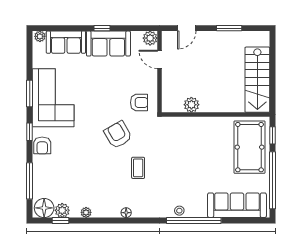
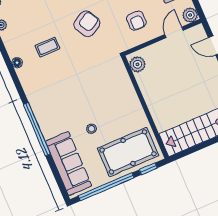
armchair: (139, 103) -> (136, 21), moved
plant: (191, 105) -> (138, 64), moved
coffee table: (138, 168) -> (47, 47), moved
stool: (179, 211) -> (91, 129), moved

